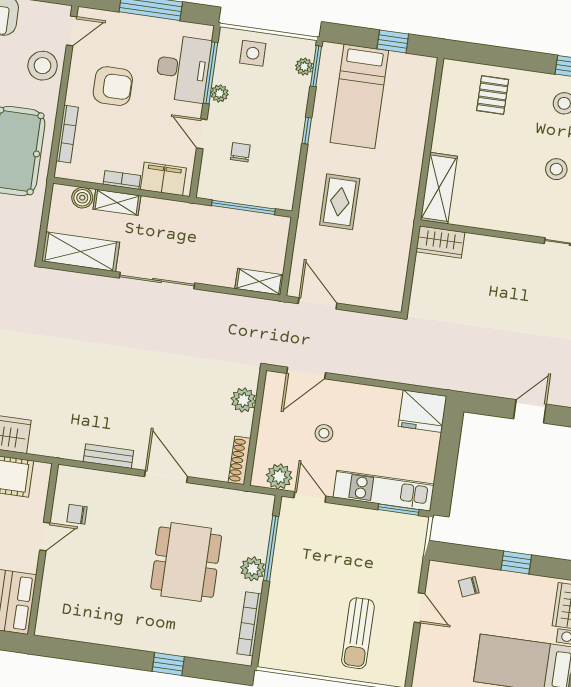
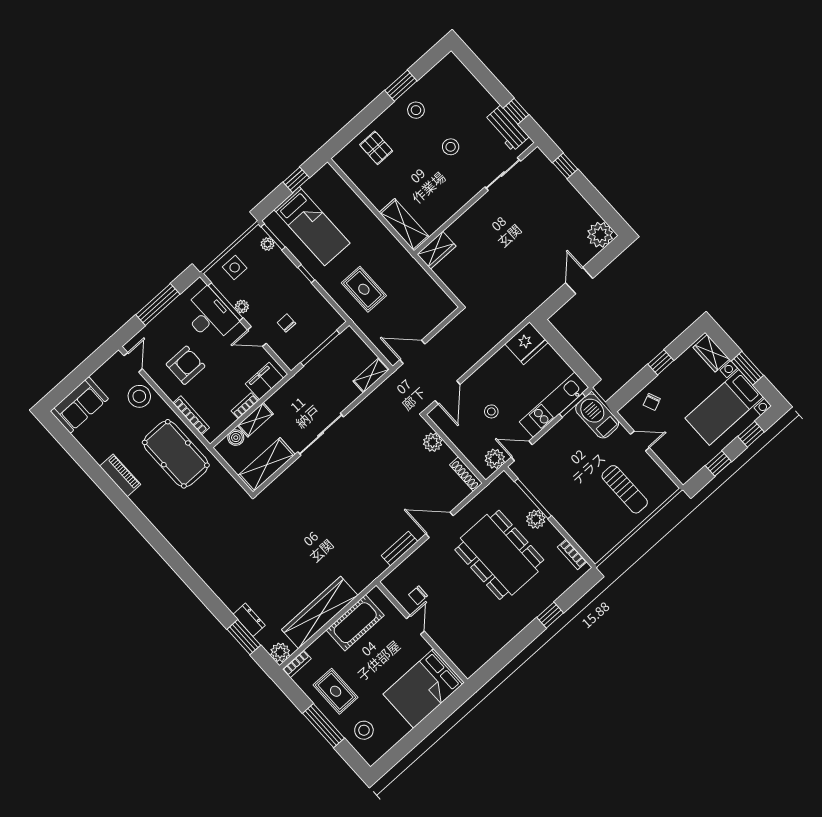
barbecue: (409, 544) -> (597, 416), added
dining table: (186, 562) -> (499, 555), width x1.36, depth x1.24
bookcase: (249, 624) -> (572, 554), width x0.64

